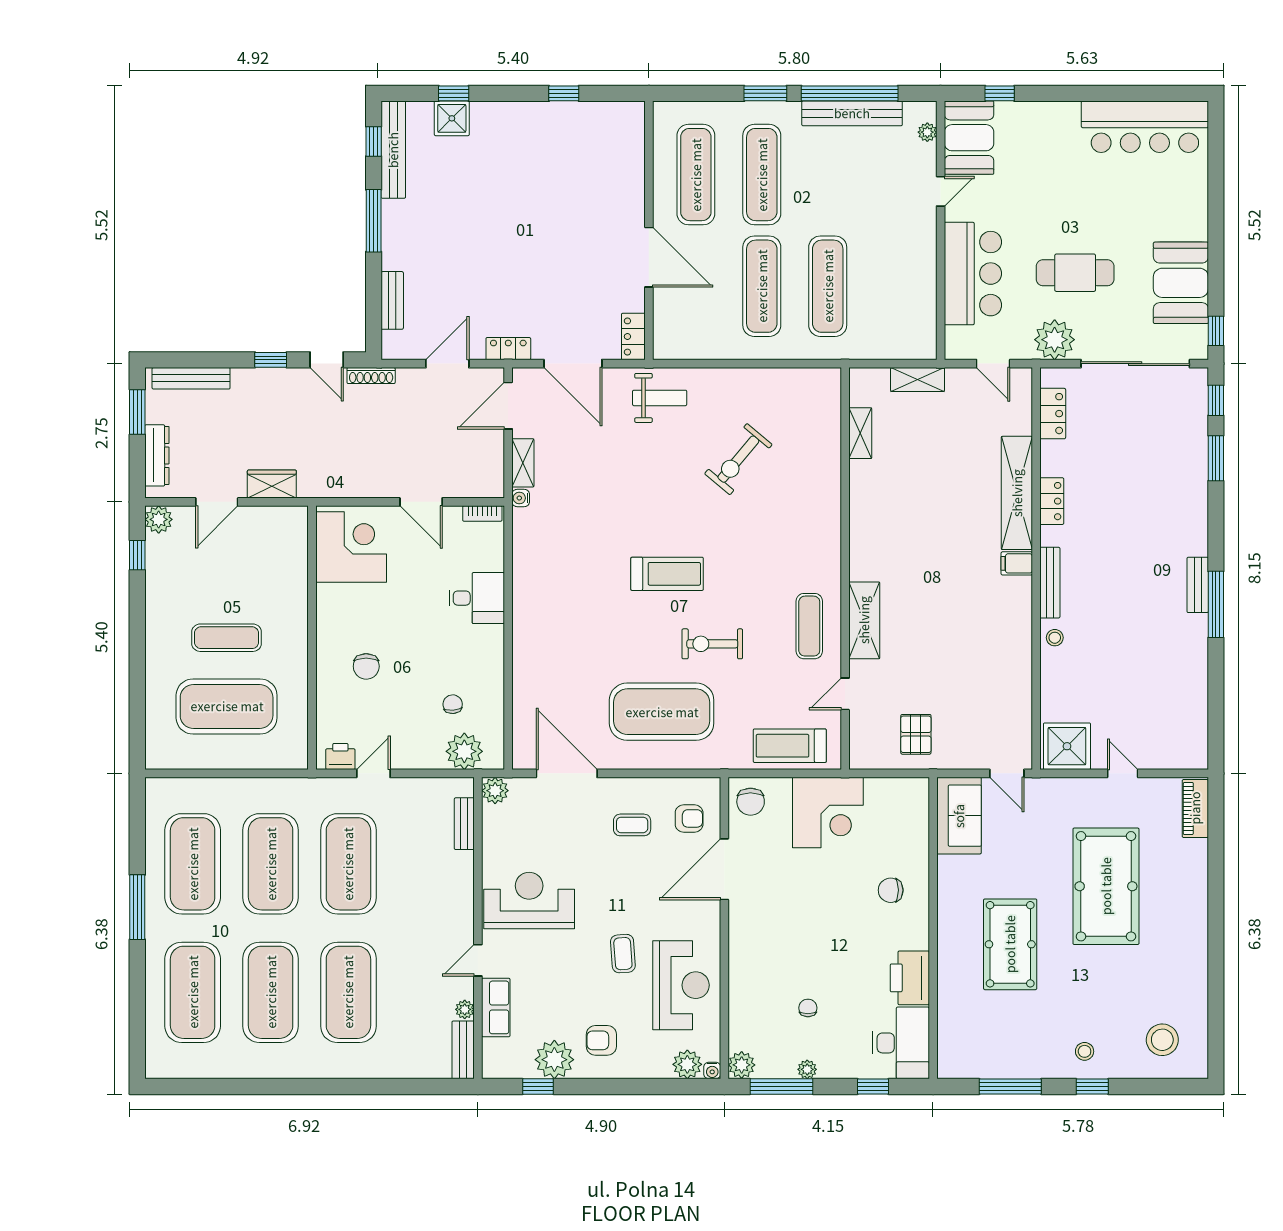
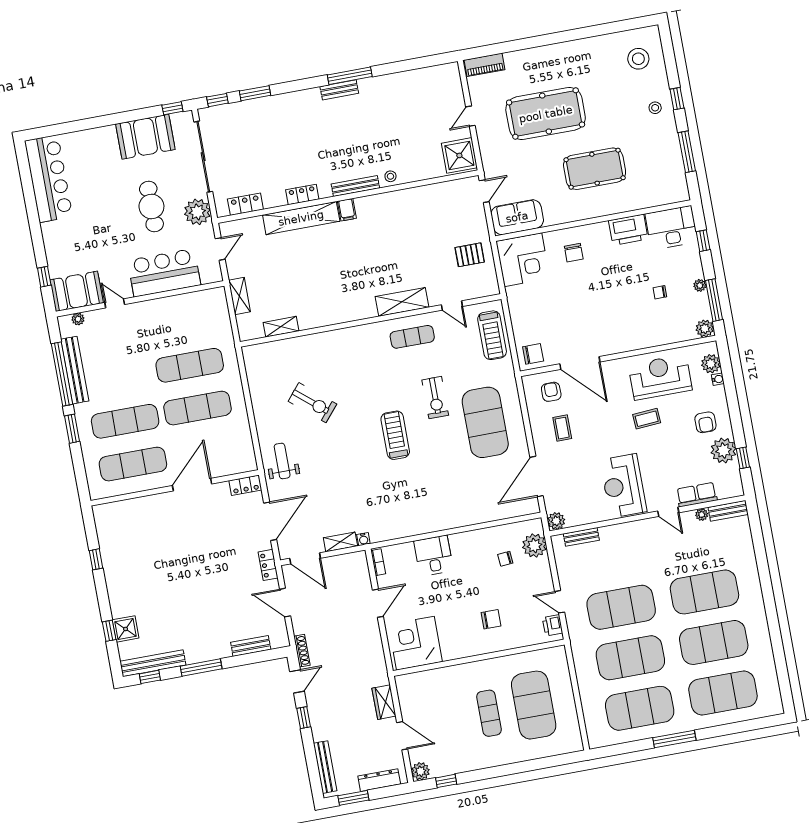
corner desk: (828, 813) -> (523, 260), moved, turned 90
water cooler: (712, 1071) -> (718, 379), moved

